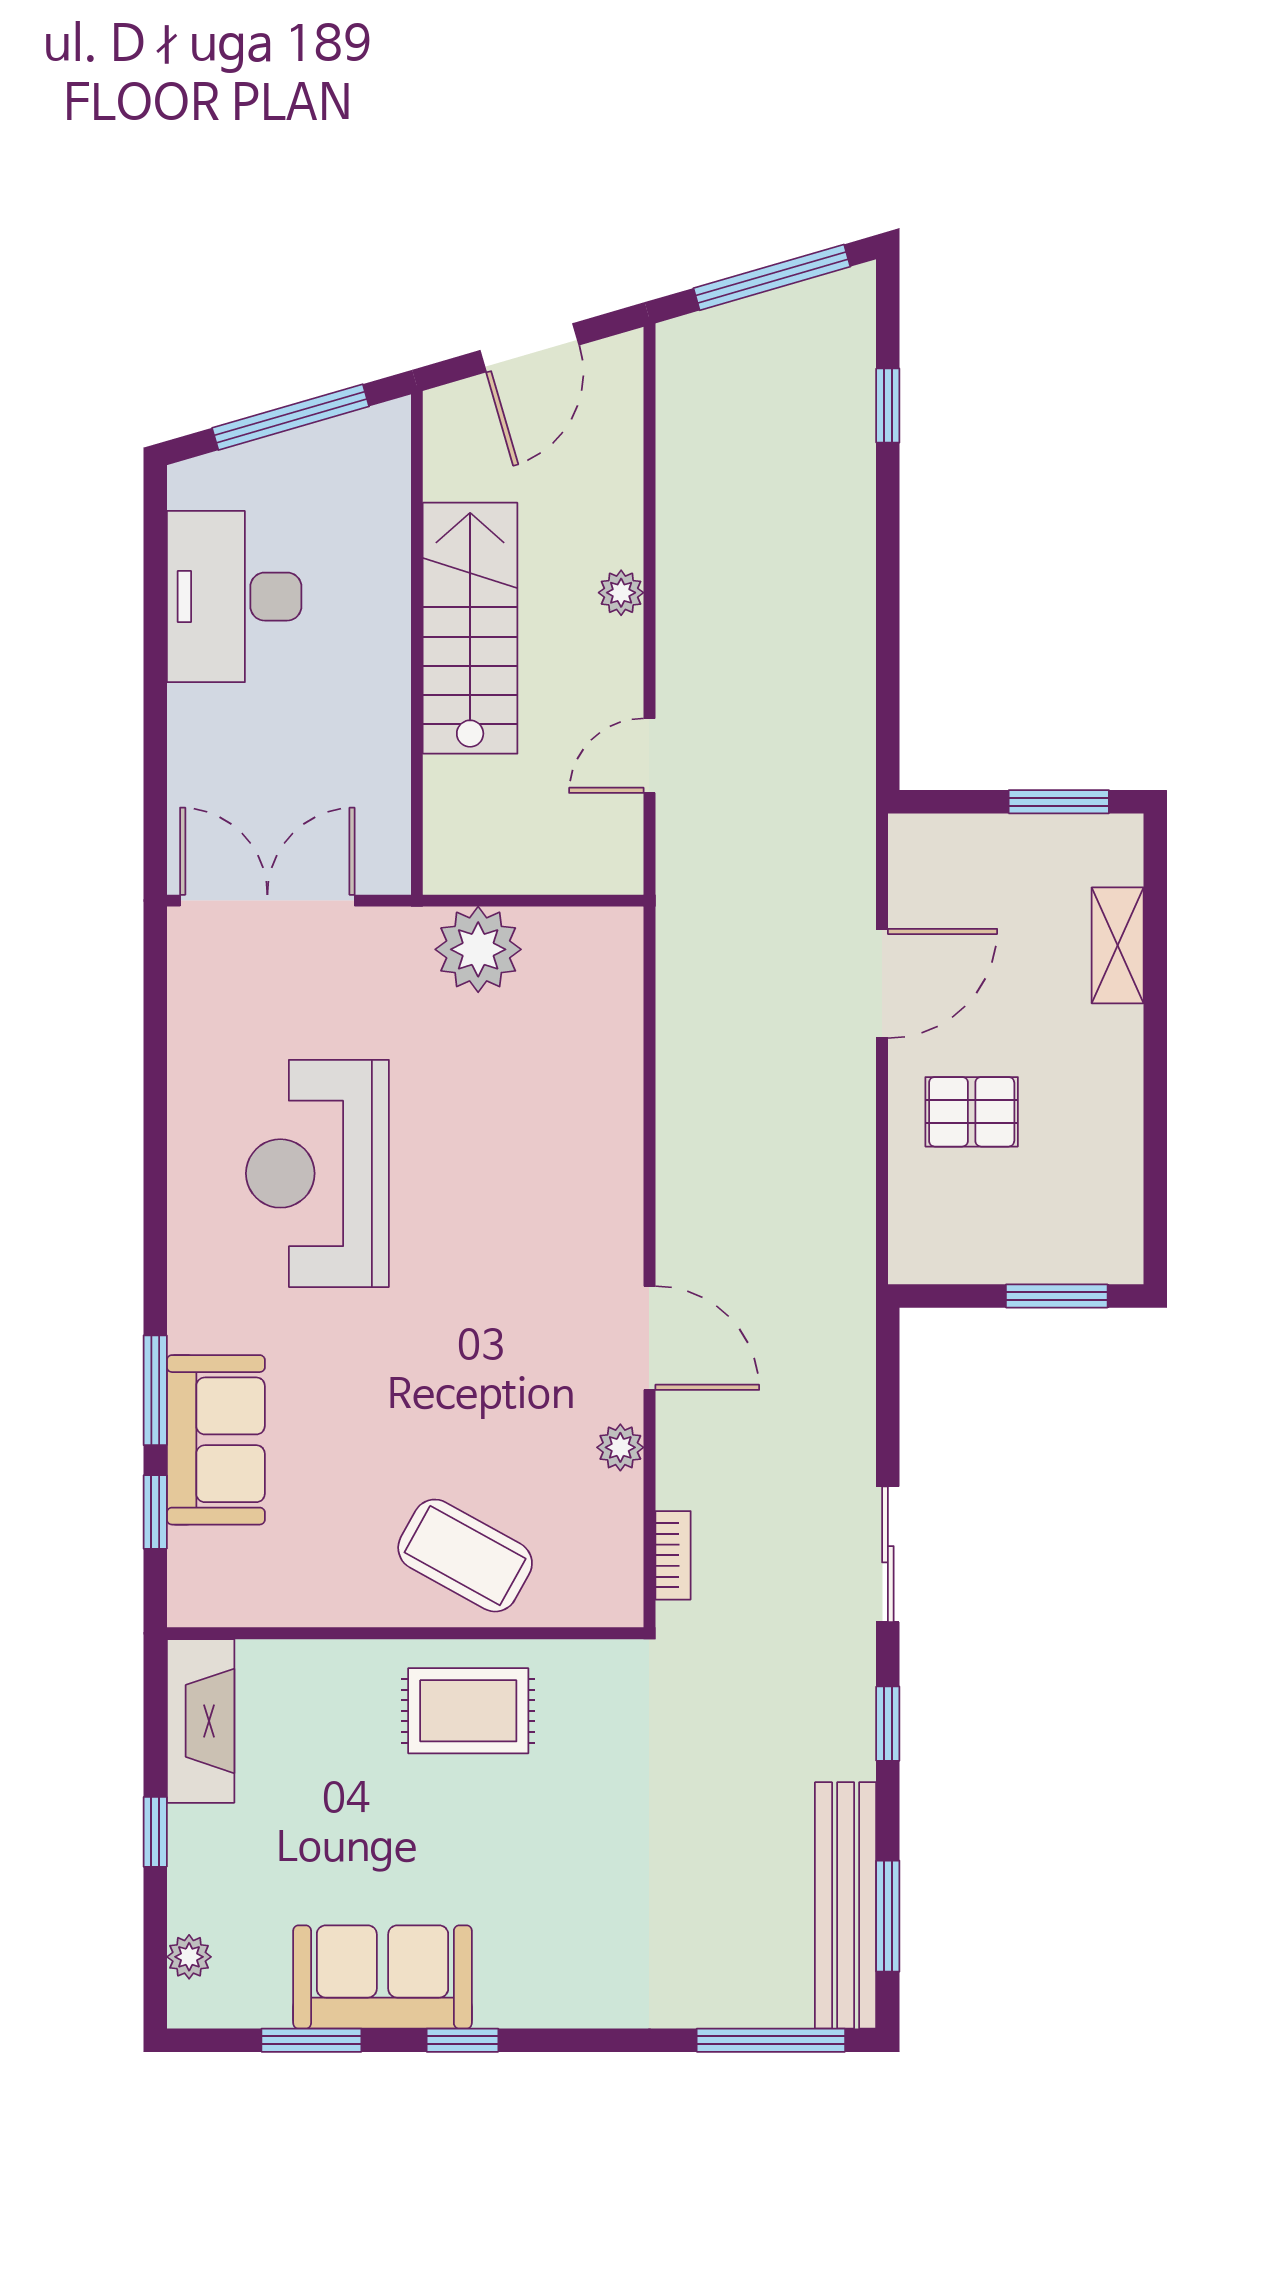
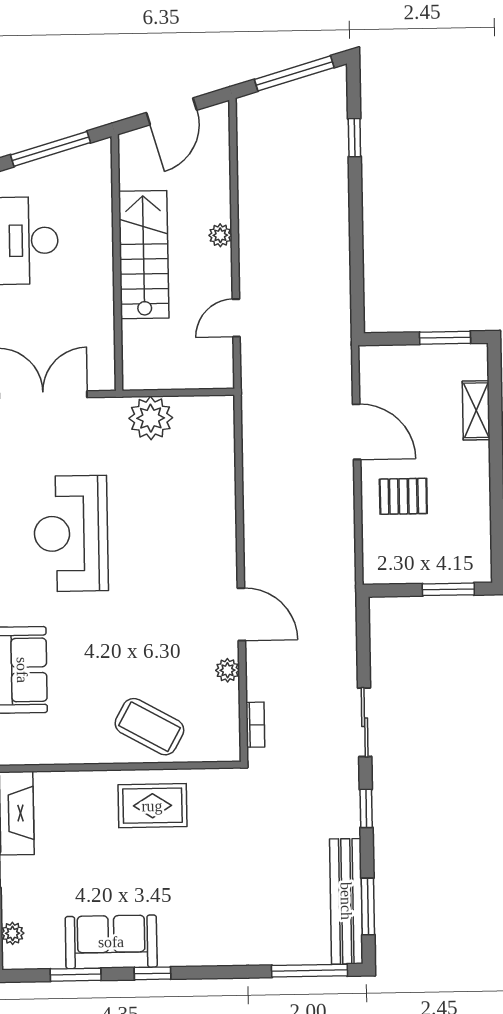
door: (882, 983) -> (357, 432), hinge flipped

